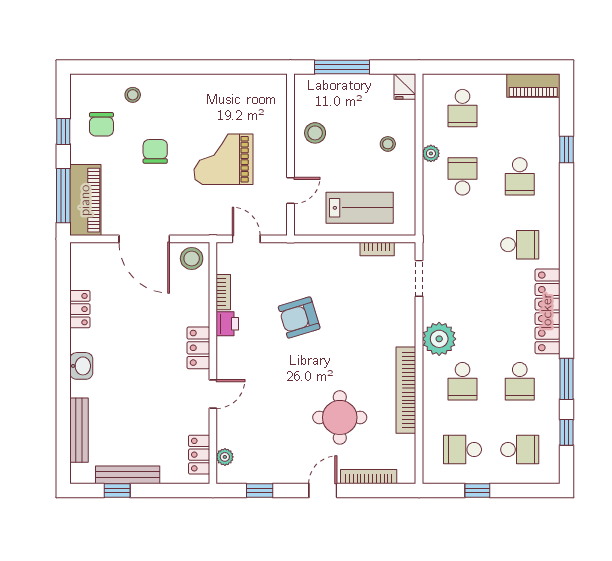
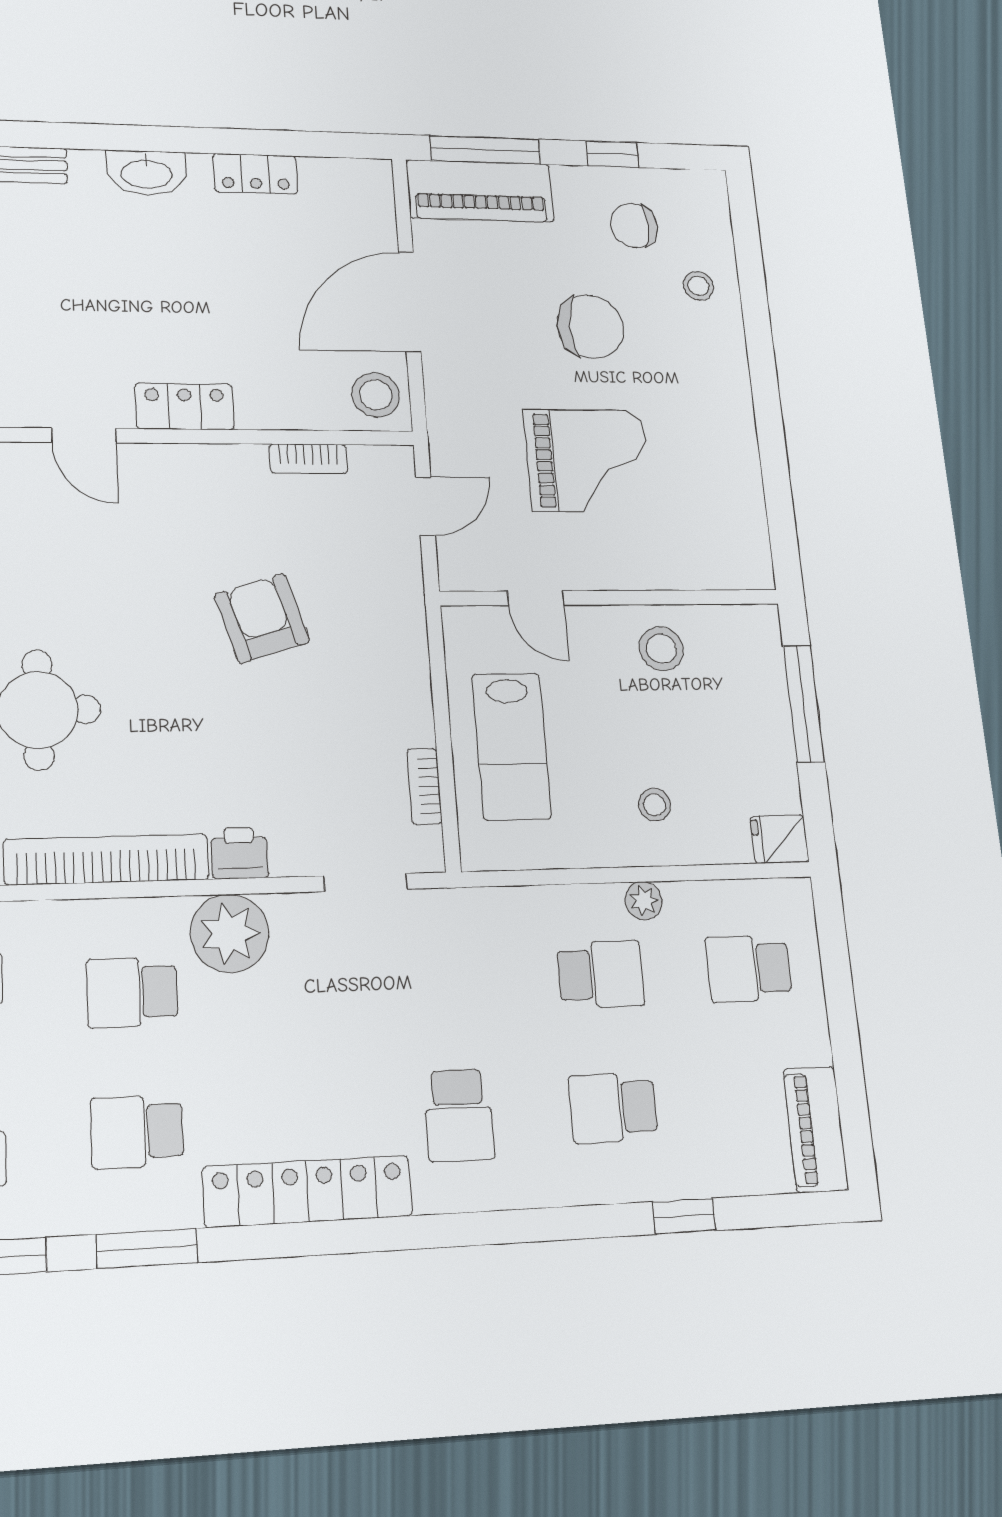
chair: (155, 151) -> (590, 327), width x1.37, depth x1.37
grand piano: (223, 159) -> (588, 461), turned 90
printer: (227, 324) -> (240, 853), moved, turned 180
washbasin: (81, 366) -> (146, 173), width x1.38

